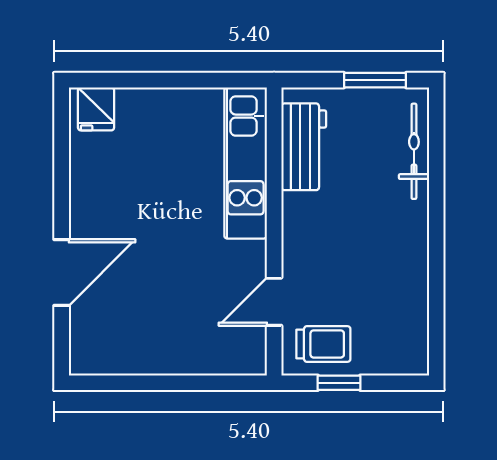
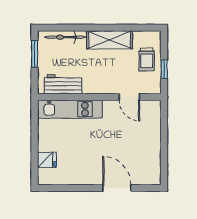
fridge: (96, 109) -> (47, 160), moved
shelving: (408, 255) -> (109, 40), added
trolley: (323, 344) -> (147, 59), moved, turned 180

